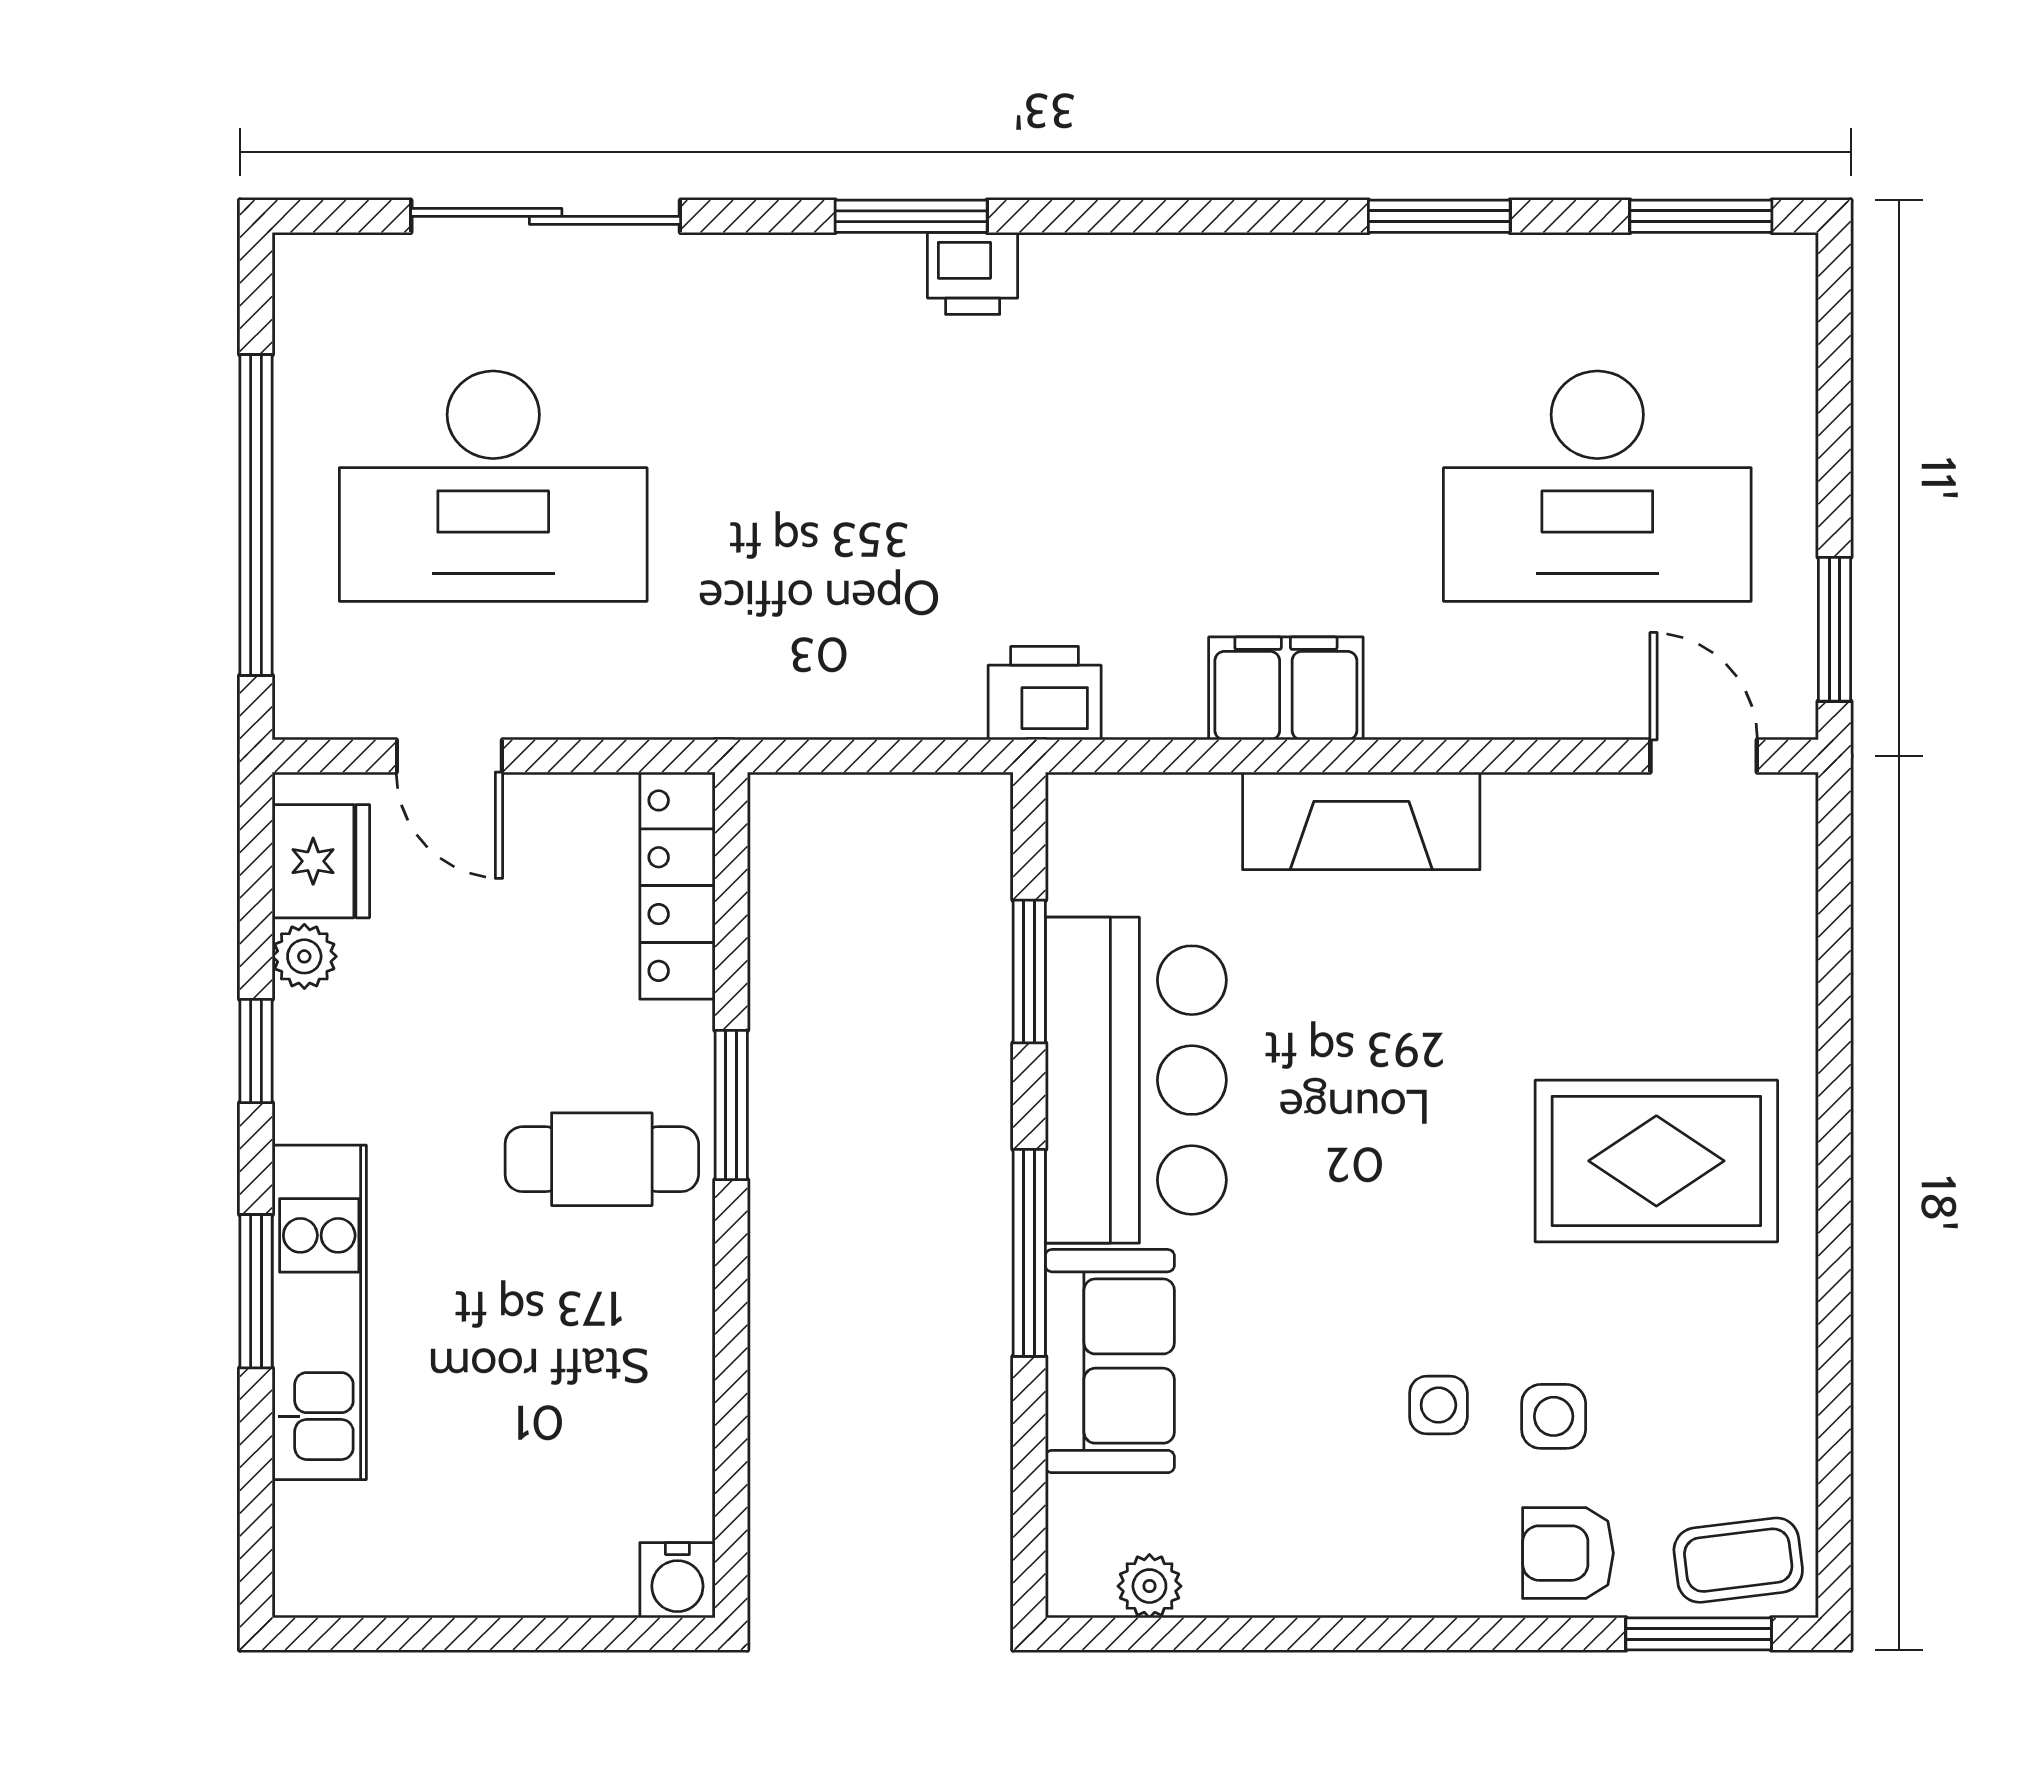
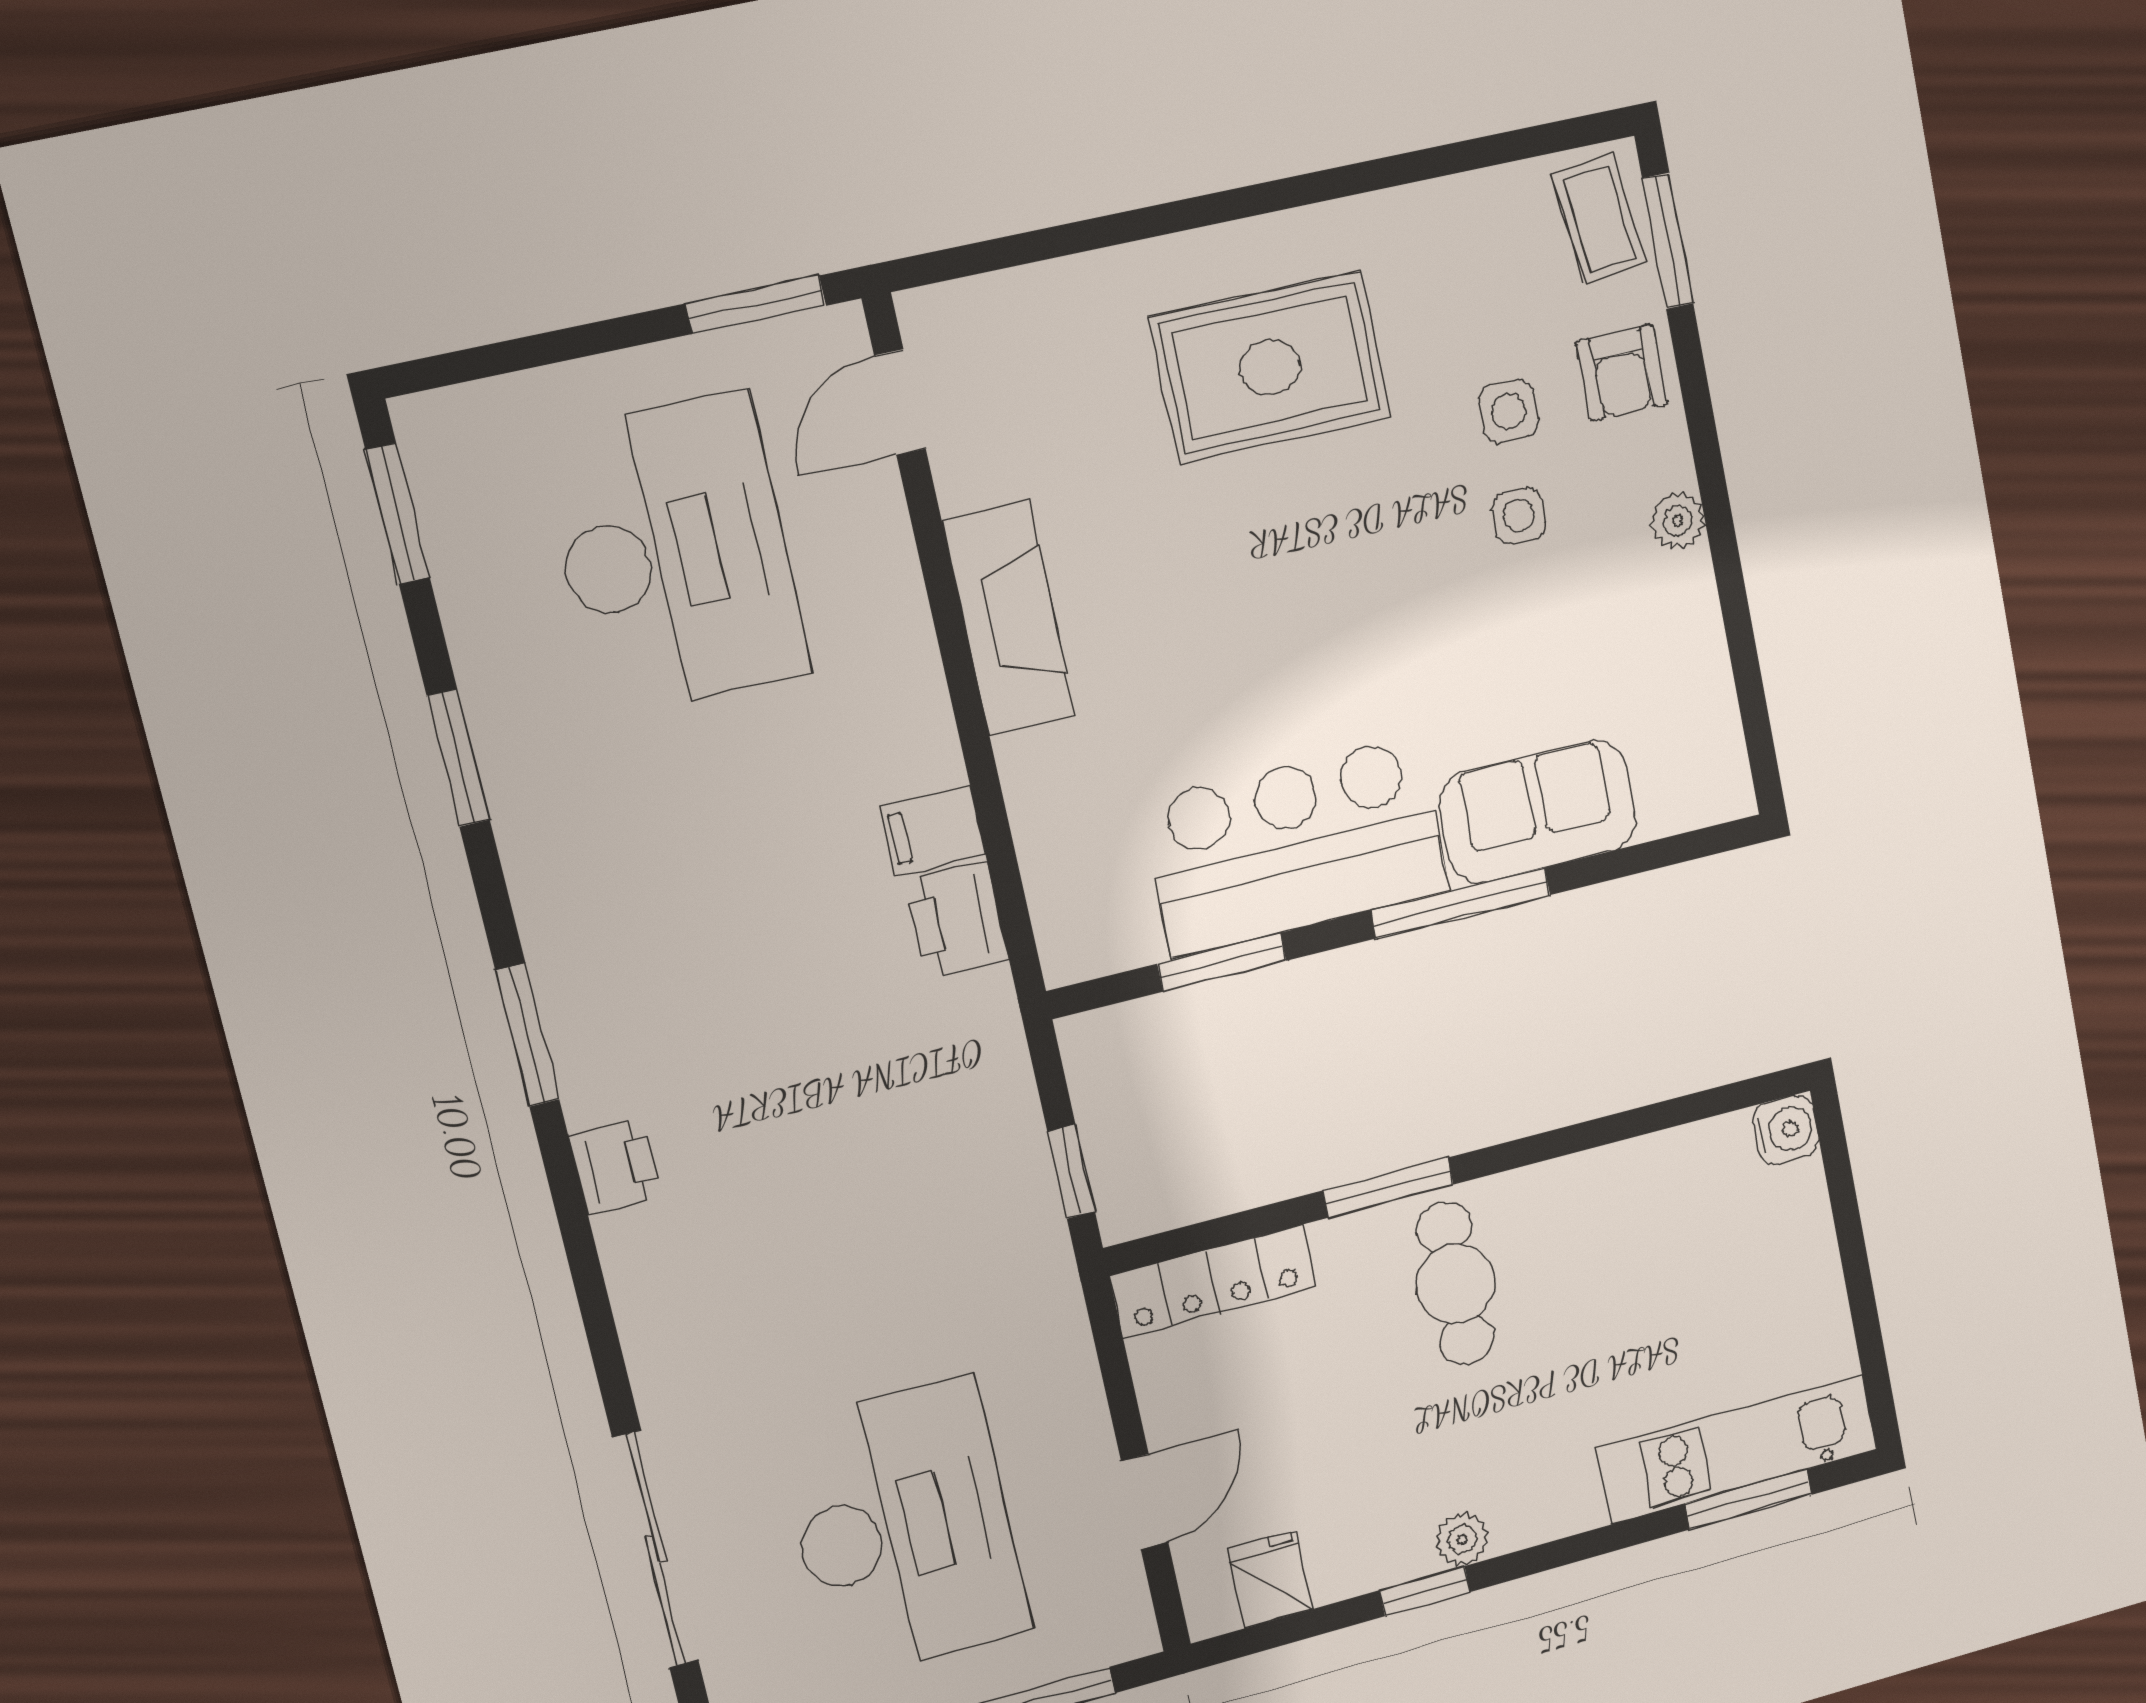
window: (911, 216) -> (527, 1035), moved
filing cabinet: (1286, 688) -> (932, 831), width x0.50
printer: (1045, 693) -> (957, 920), moved
window: (841, 756) -> (1071, 1171), added
fireplace: (1361, 821) -> (1009, 619), moved
fridge: (321, 861) -> (1270, 1579), width x0.72
plant: (304, 956) -> (1462, 1539), moved
rug: (1656, 1161) -> (1270, 367), turned 90
window: (256, 1291) -> (1749, 1499), moved
kitchen unit: (319, 1312) -> (1737, 1449), moved
plant: (1149, 1586) -> (1678, 521), moved

